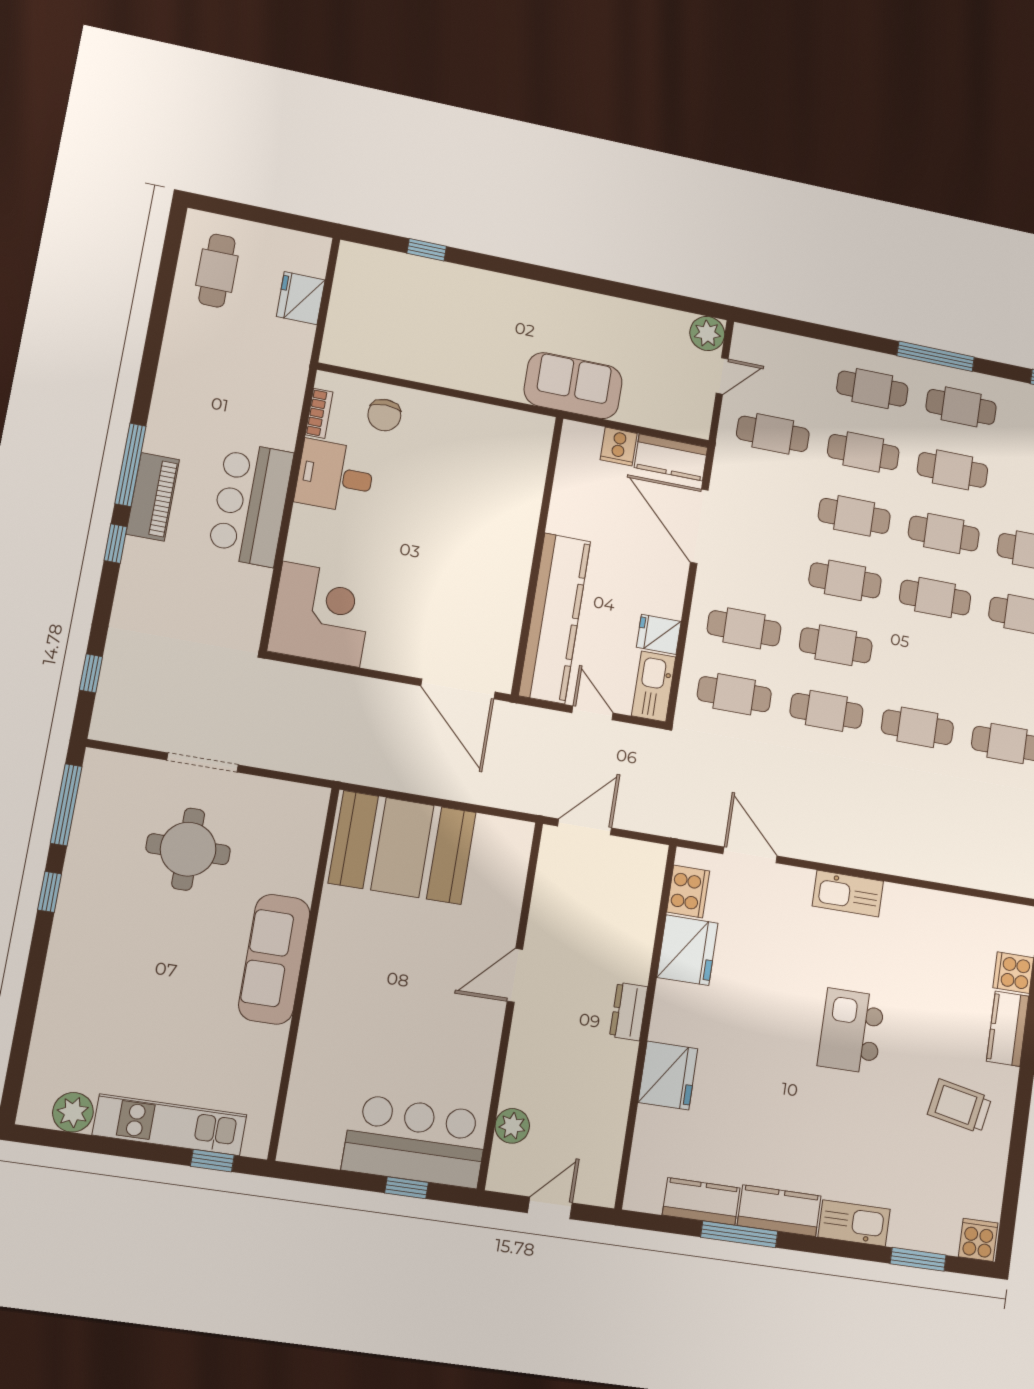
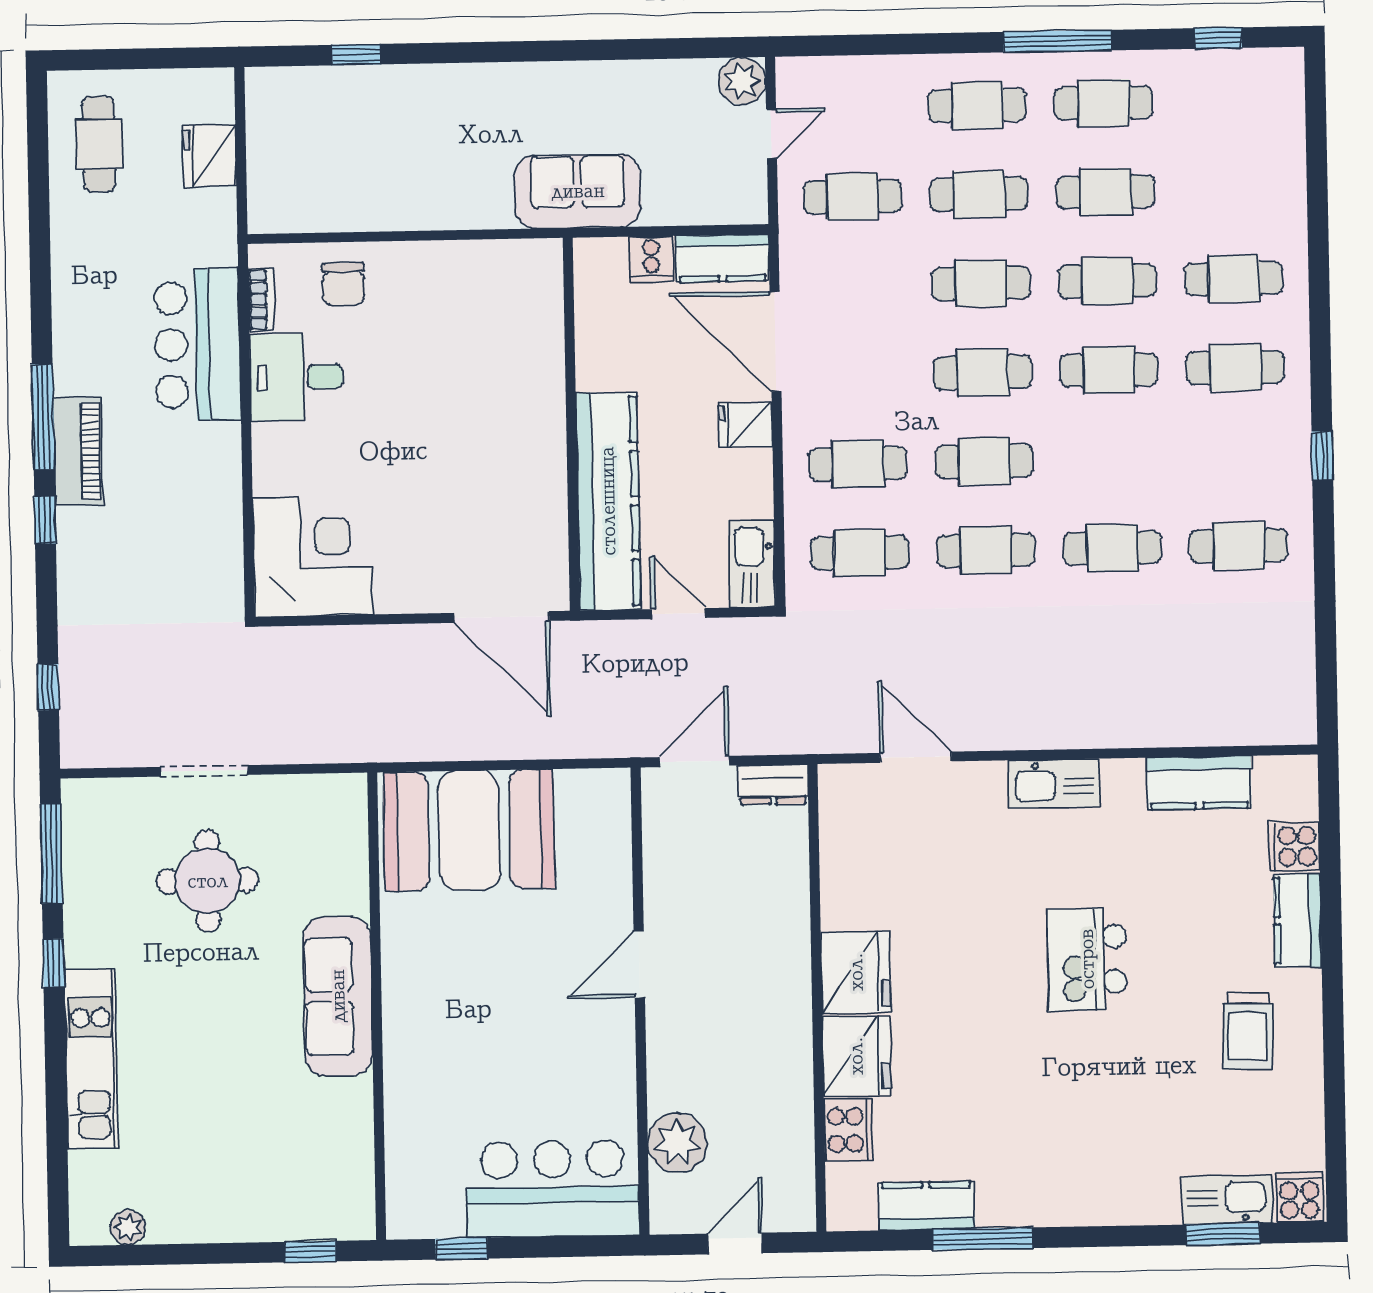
bar counter: (251, 504) -> (197, 344), moved
fridge: (659, 634) -> (745, 424), moved
cooker: (688, 891) -> (848, 1130), moved
fridge: (687, 950) -> (856, 972), moved
dresser: (629, 1012) -> (773, 785), moved, turned -90
trolley: (960, 1106) -> (1248, 1031), turned -100
plant: (73, 1112) -> (128, 1227), width x0.73, depth x0.73
kitchen unit: (170, 1125) -> (91, 1059), moved, turned 90
plant: (512, 1126) -> (677, 1143), width x1.36, depth x1.36
window: (407, 1188) -> (461, 1249), moved
kitchen counter: (779, 1211) -> (1199, 783), moved, turned 180
kitchen sink: (854, 1223) -> (1227, 1200), moved

